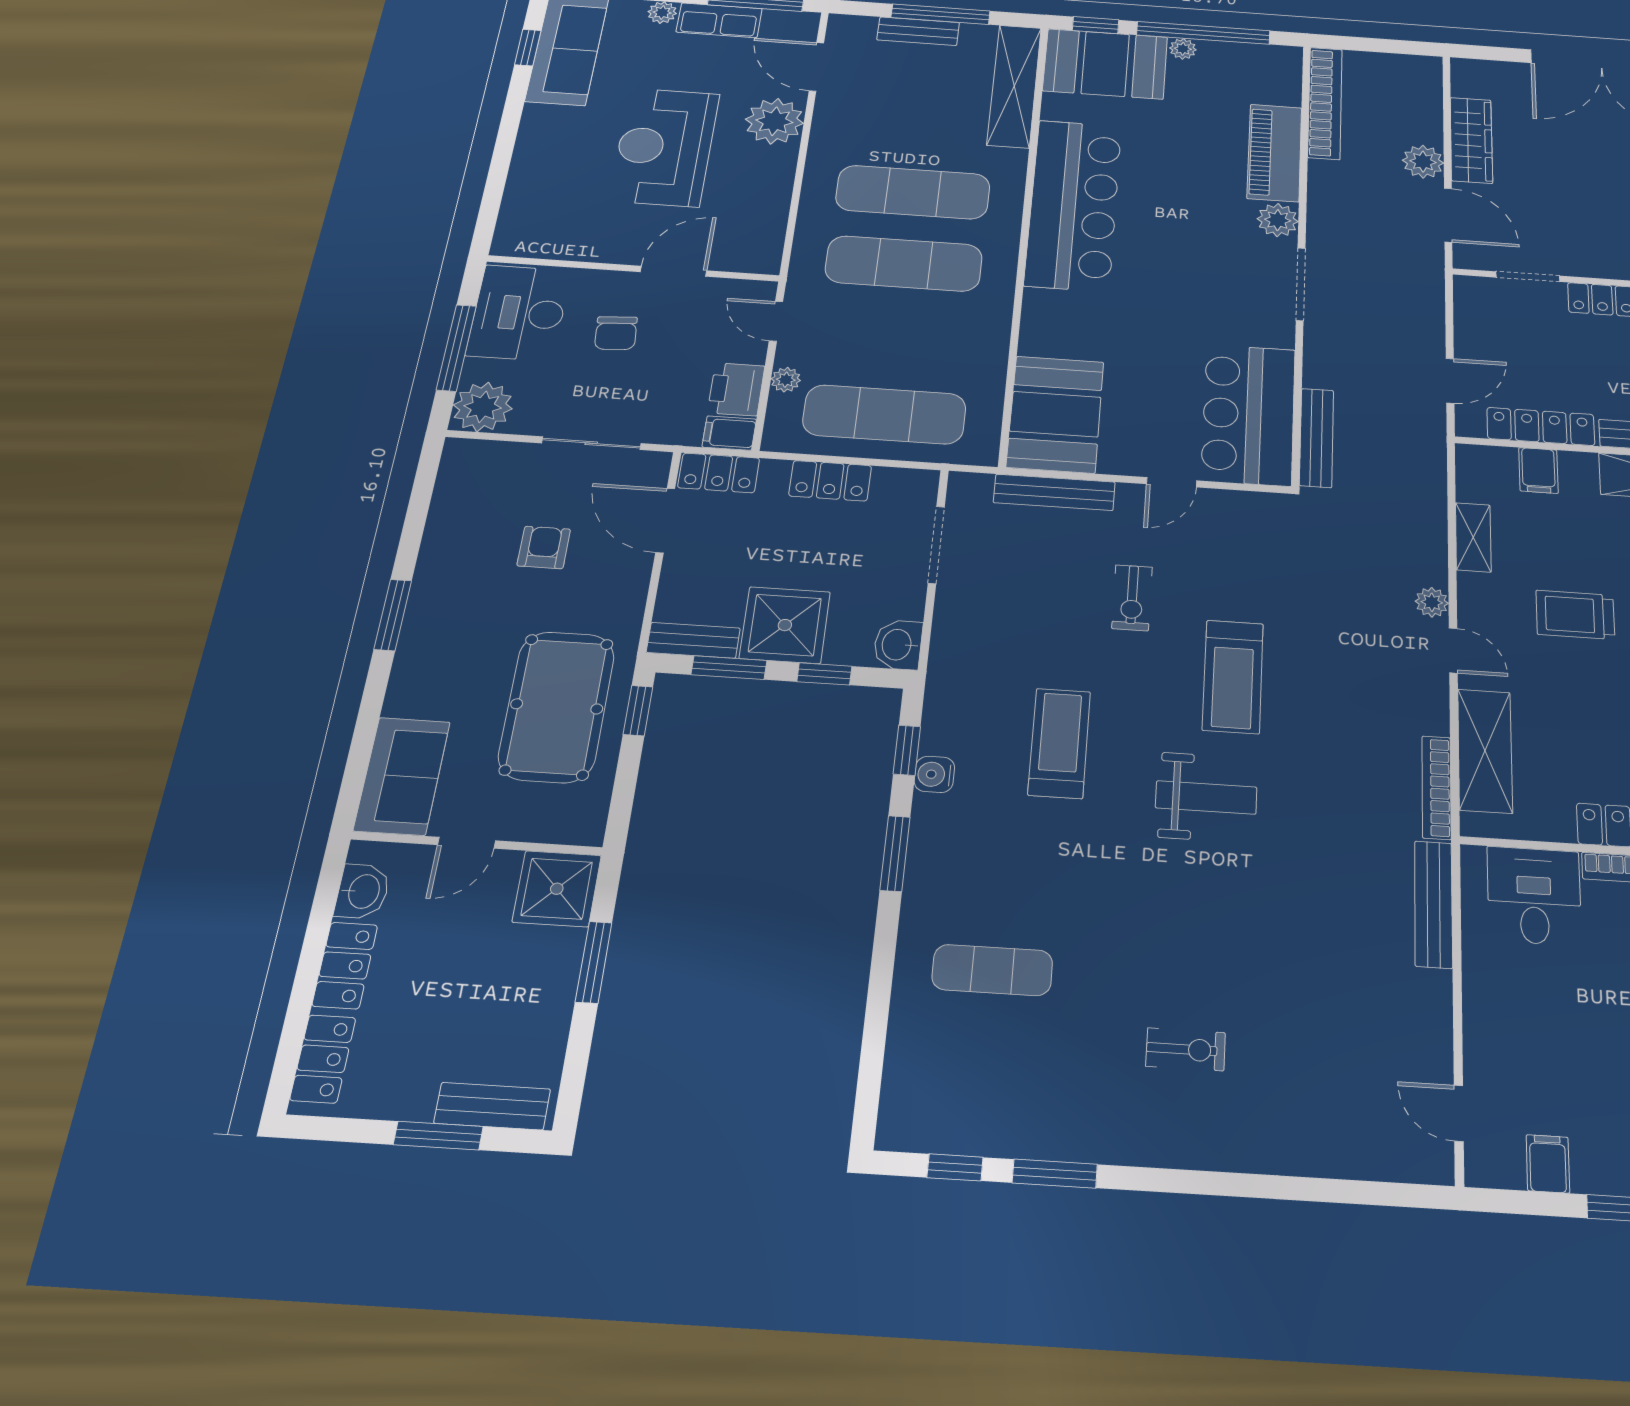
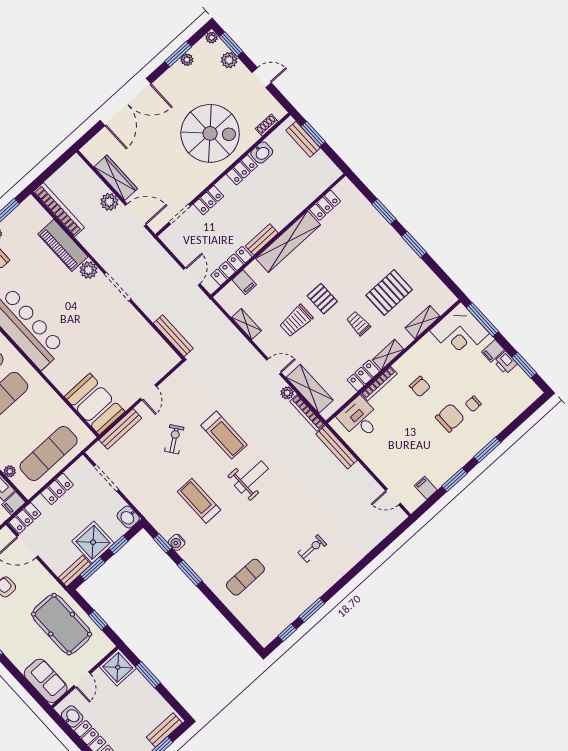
bar counter: (1249, 414) -> (147, 348), removed
exercise bike: (1132, 598) -> (174, 439), turned -126
plant: (1432, 602) -> (287, 393), moved
window: (638, 711) -> (98, 620), moved

